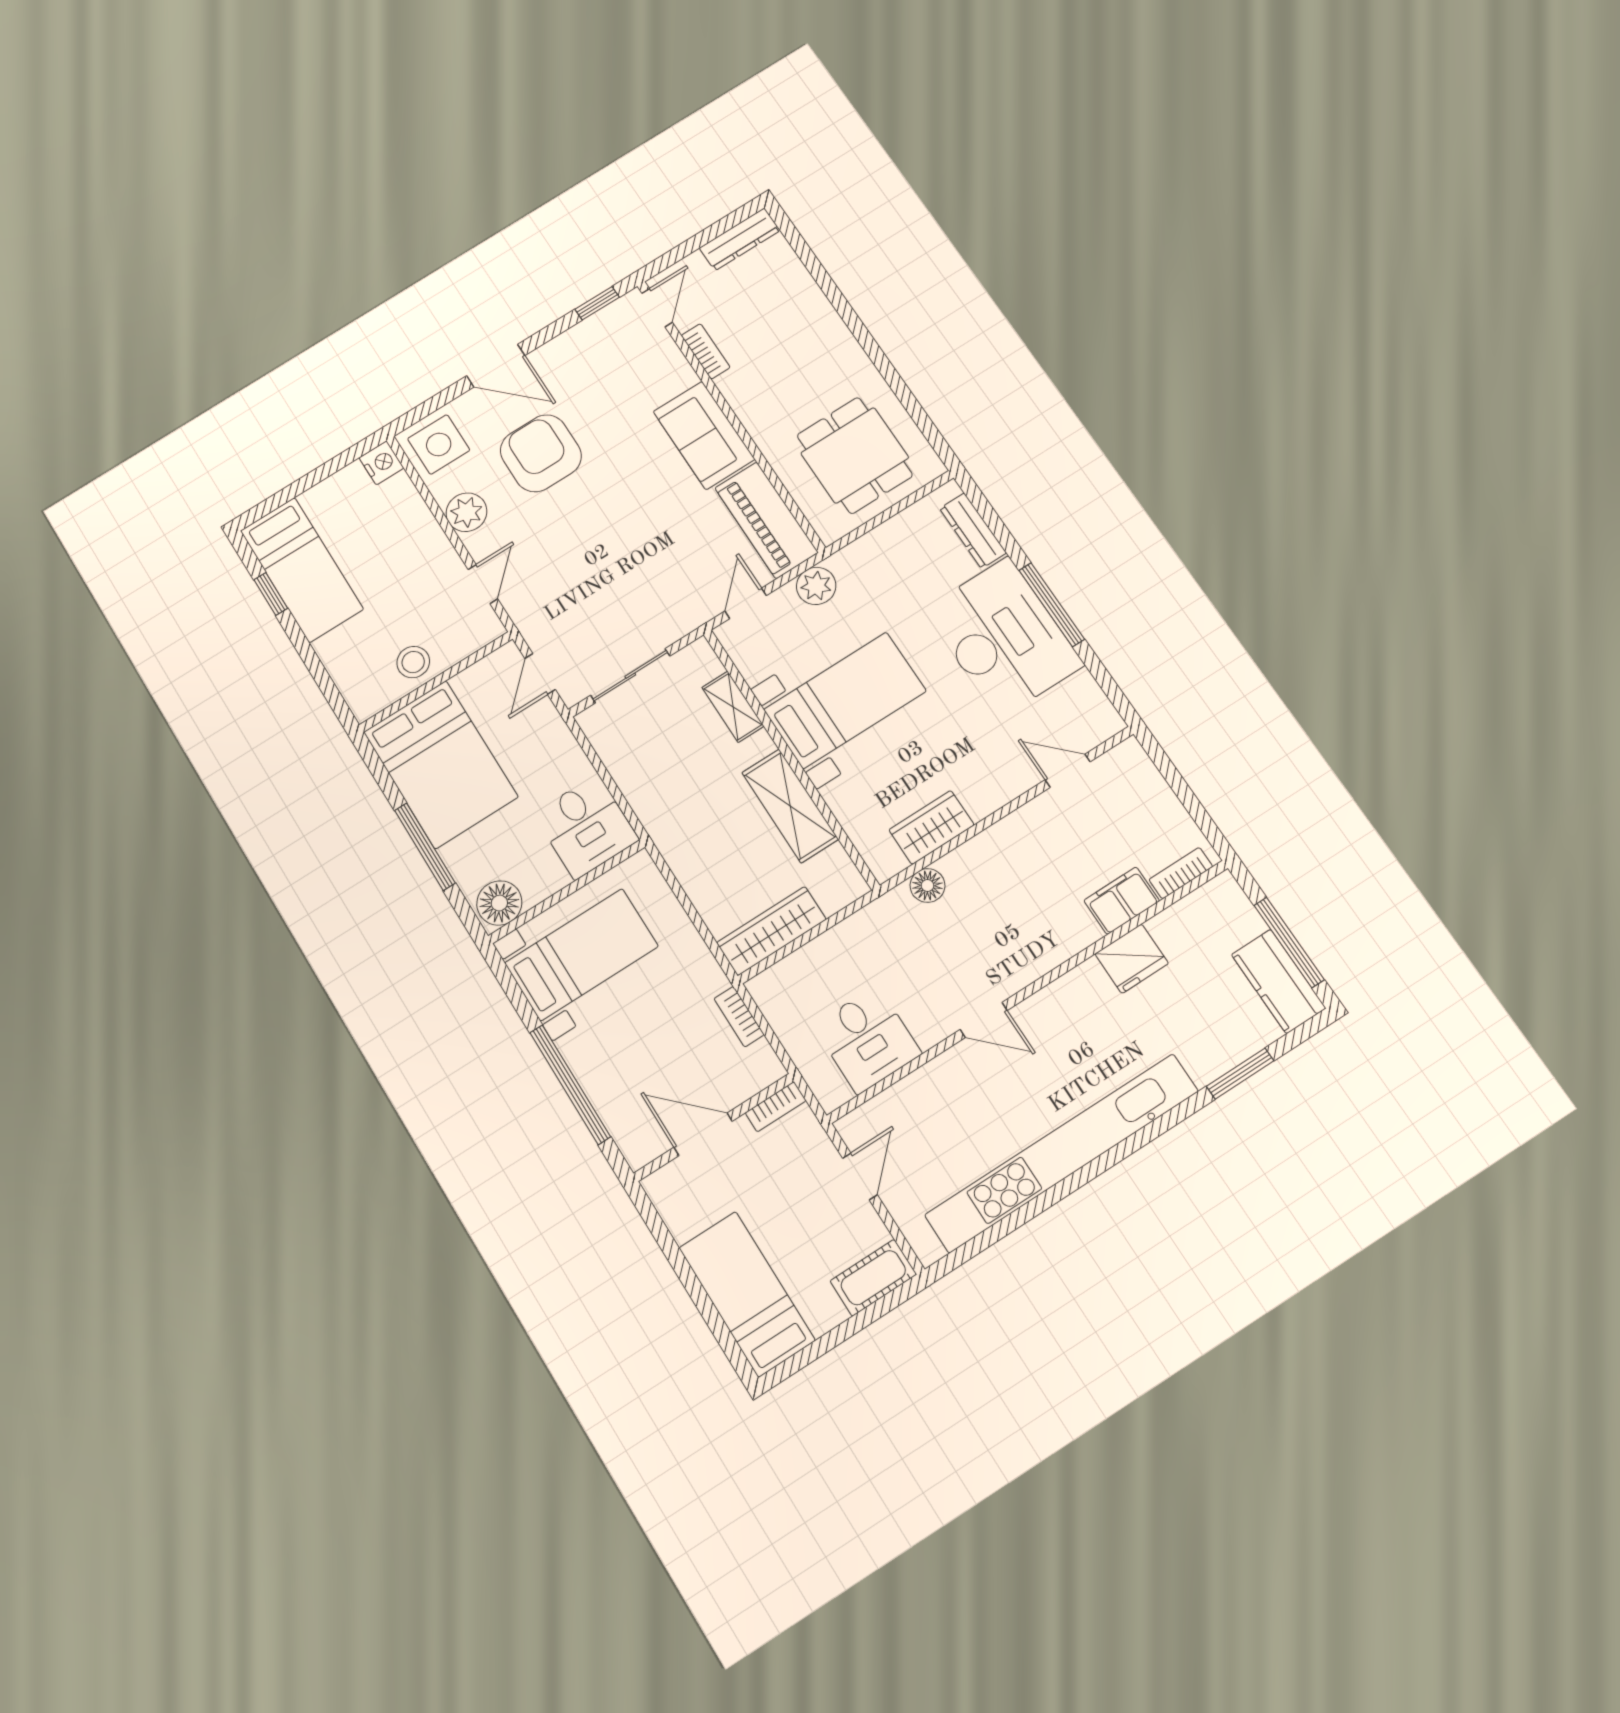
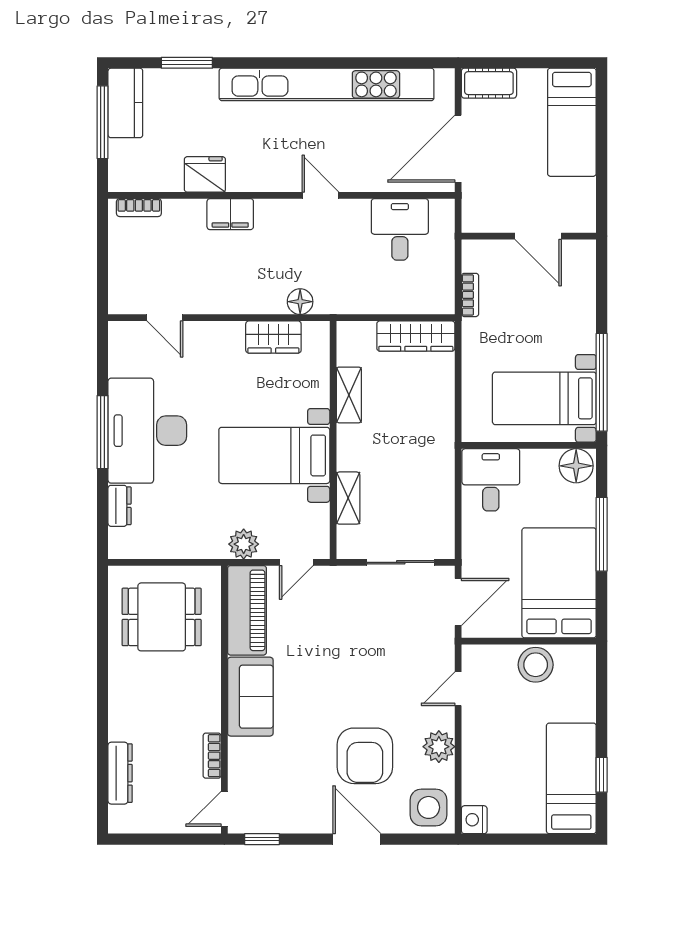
dresser: (740, 239) -> (120, 773), moved, turned 90
dining table: (855, 455) -> (162, 617), turned 90
dresser: (973, 531) -> (119, 506), width x0.70
stool: (413, 662) -> (536, 665), width x1.38, depth x1.38
door: (540, 674) -> (458, 602), width x1.38
shelving: (790, 806) -> (349, 395), width x0.67, depth x0.75
filing cabinet: (1122, 901) -> (230, 214), moved
window: (570, 1085) -> (602, 382), moved
bookcase: (776, 1107) -> (483, 224), removed
door: (860, 1176) -> (458, 149), width x1.88

